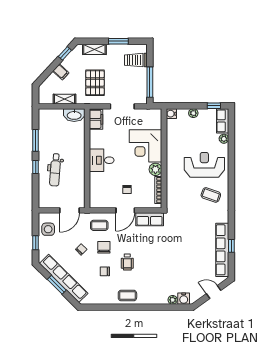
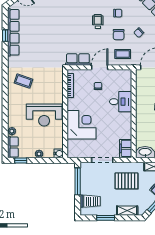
pallet: (95, 83) -> (126, 181), turned 90
desk: (102, 160) -> (121, 102), moved
reception desk: (204, 165) -> (44, 115), moved
plant: (155, 169) -> (73, 104), removed

